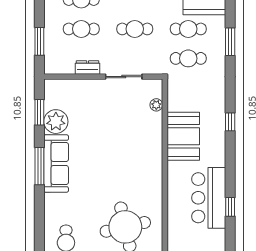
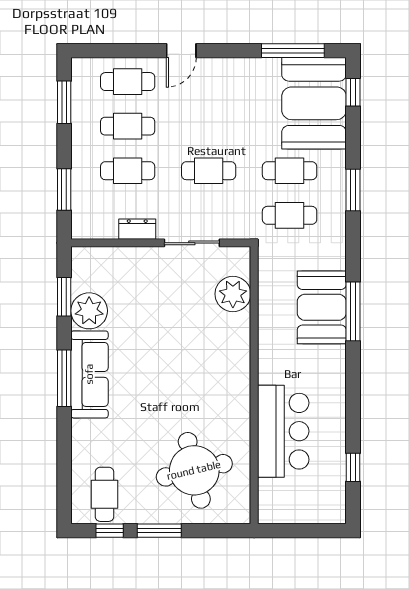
plant: (156, 105) -> (233, 294), width x1.88, depth x1.88
window: (230, 122) -> (353, 311), width x2.17
booth: (183, 136) -> (322, 307), moved
bar counter: (209, 198) -> (283, 431), moved, turned 180
window: (230, 207) -> (353, 467), moved

